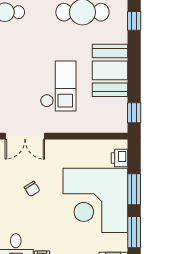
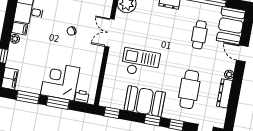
window: (134, 55) -> (152, 120), added
checkout: (58, 86) -> (140, 63), turned 180
corner desk: (95, 200) -> (60, 81), width x0.74, depth x0.74

